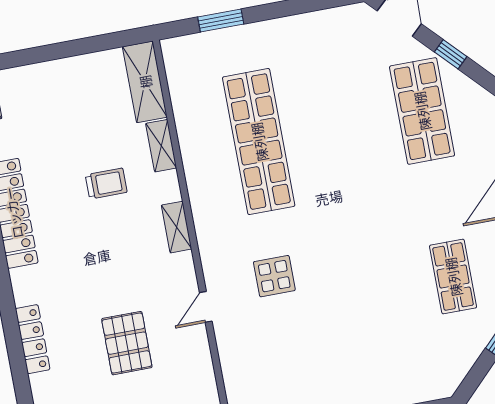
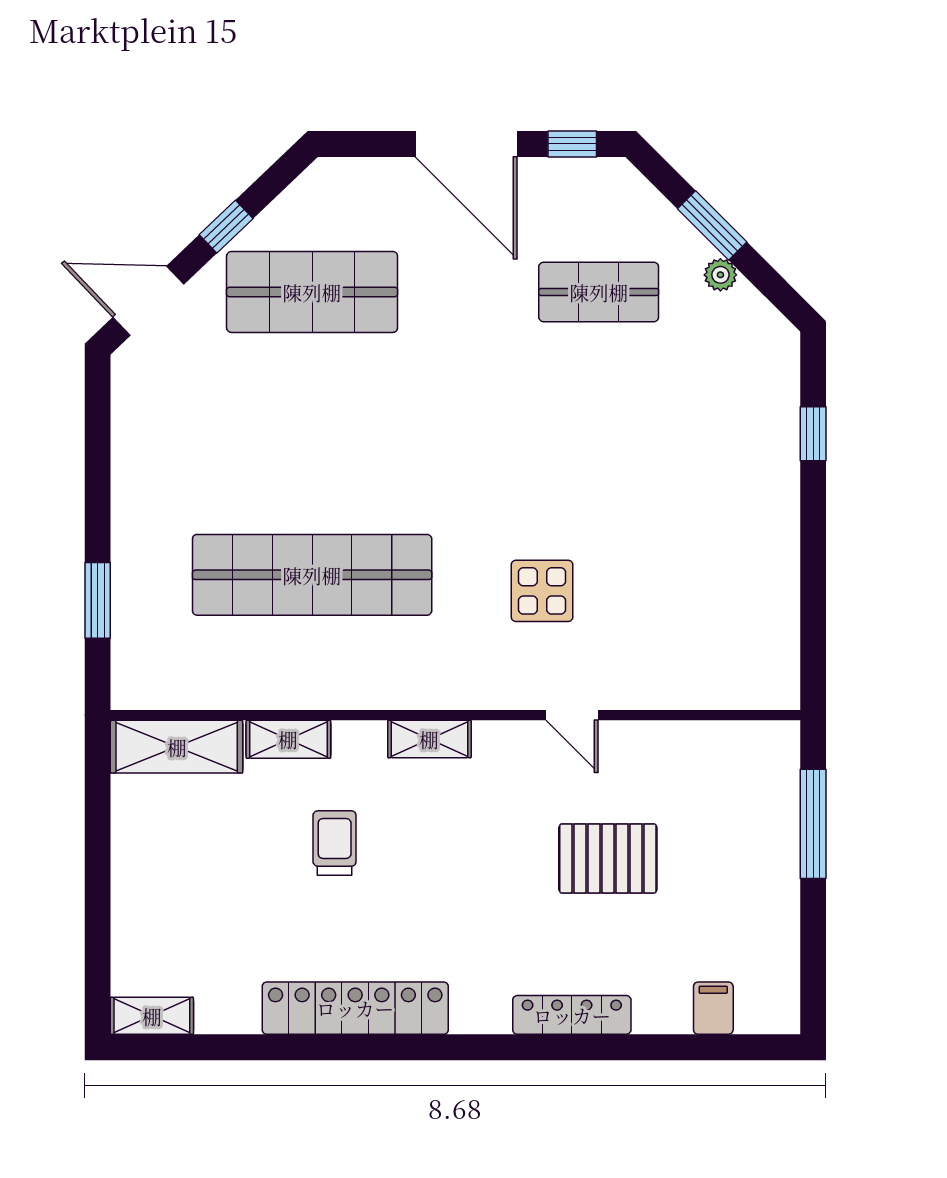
plant: (476, 345) -> (720, 275), added

